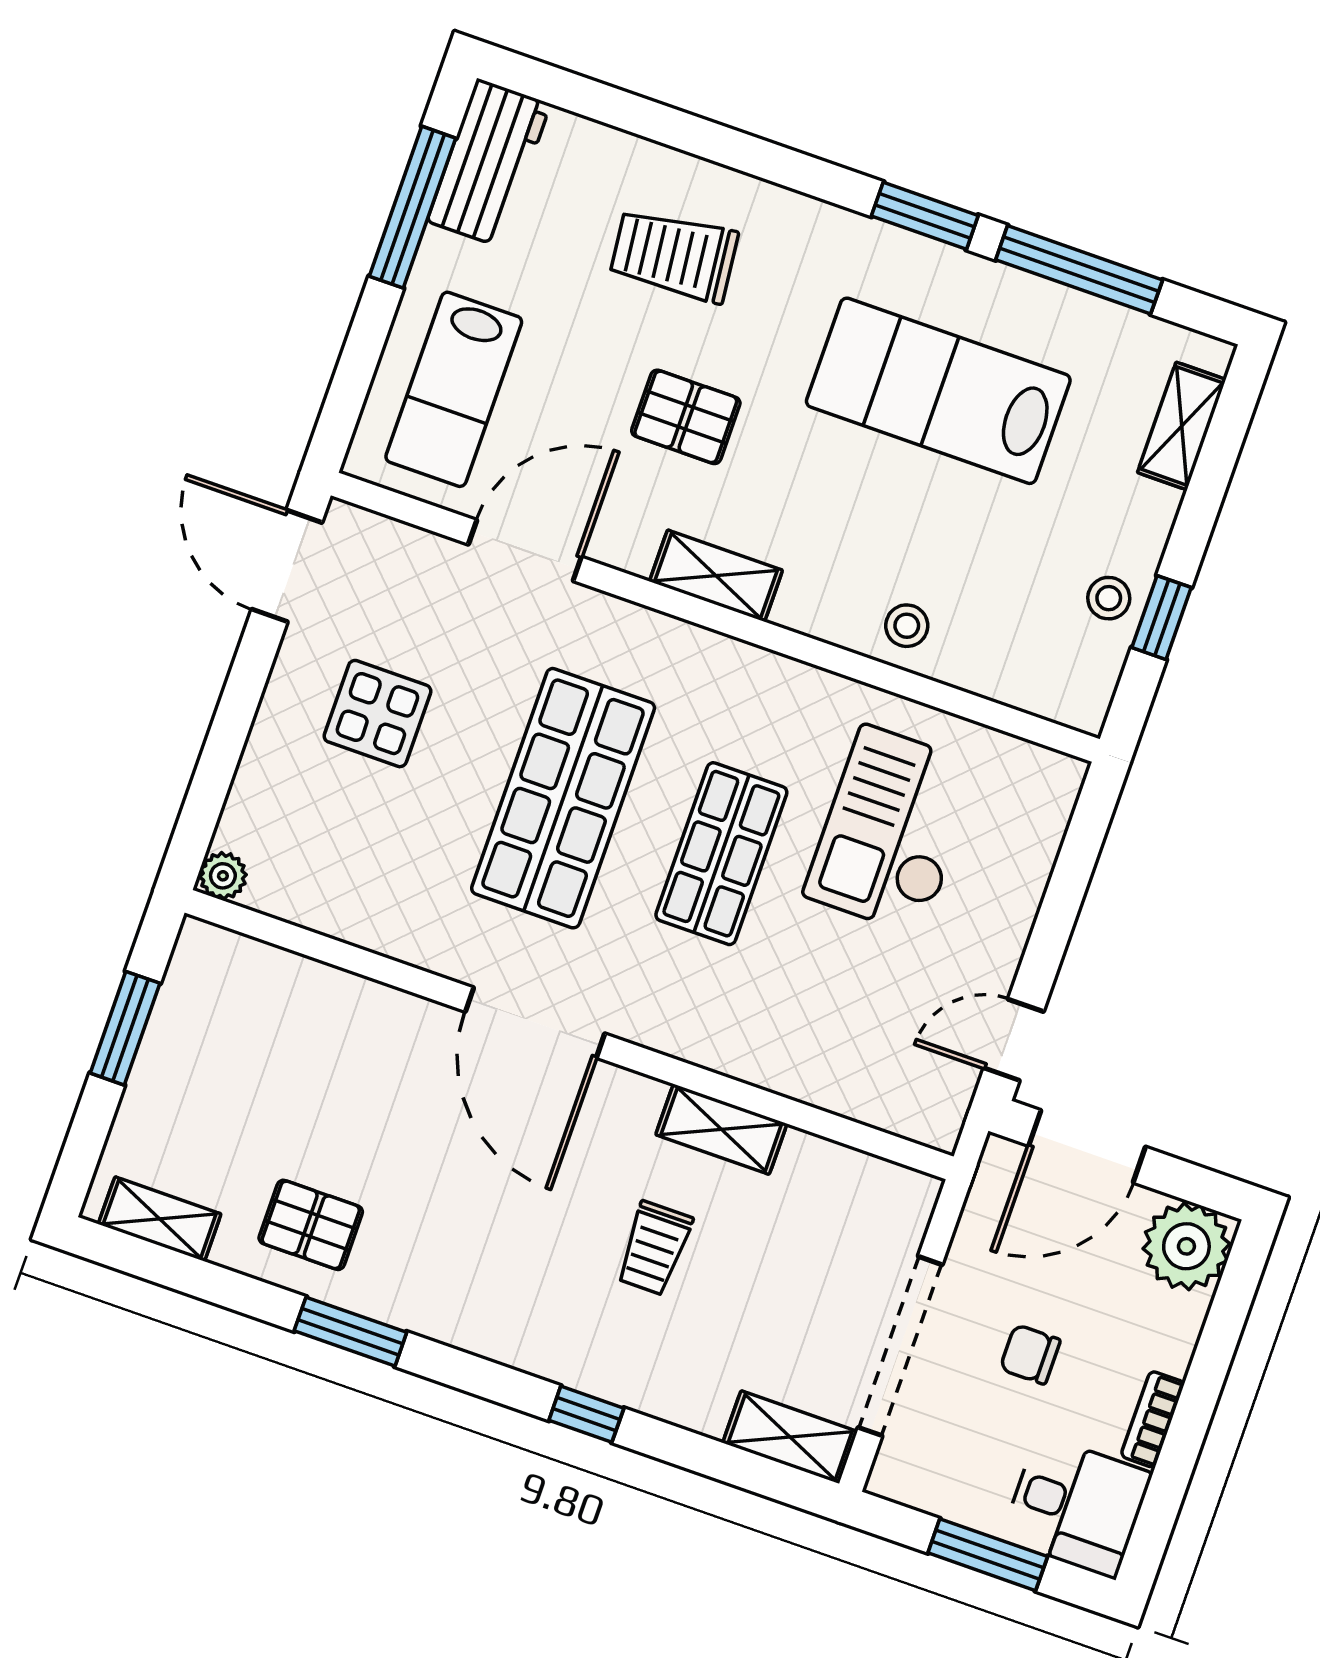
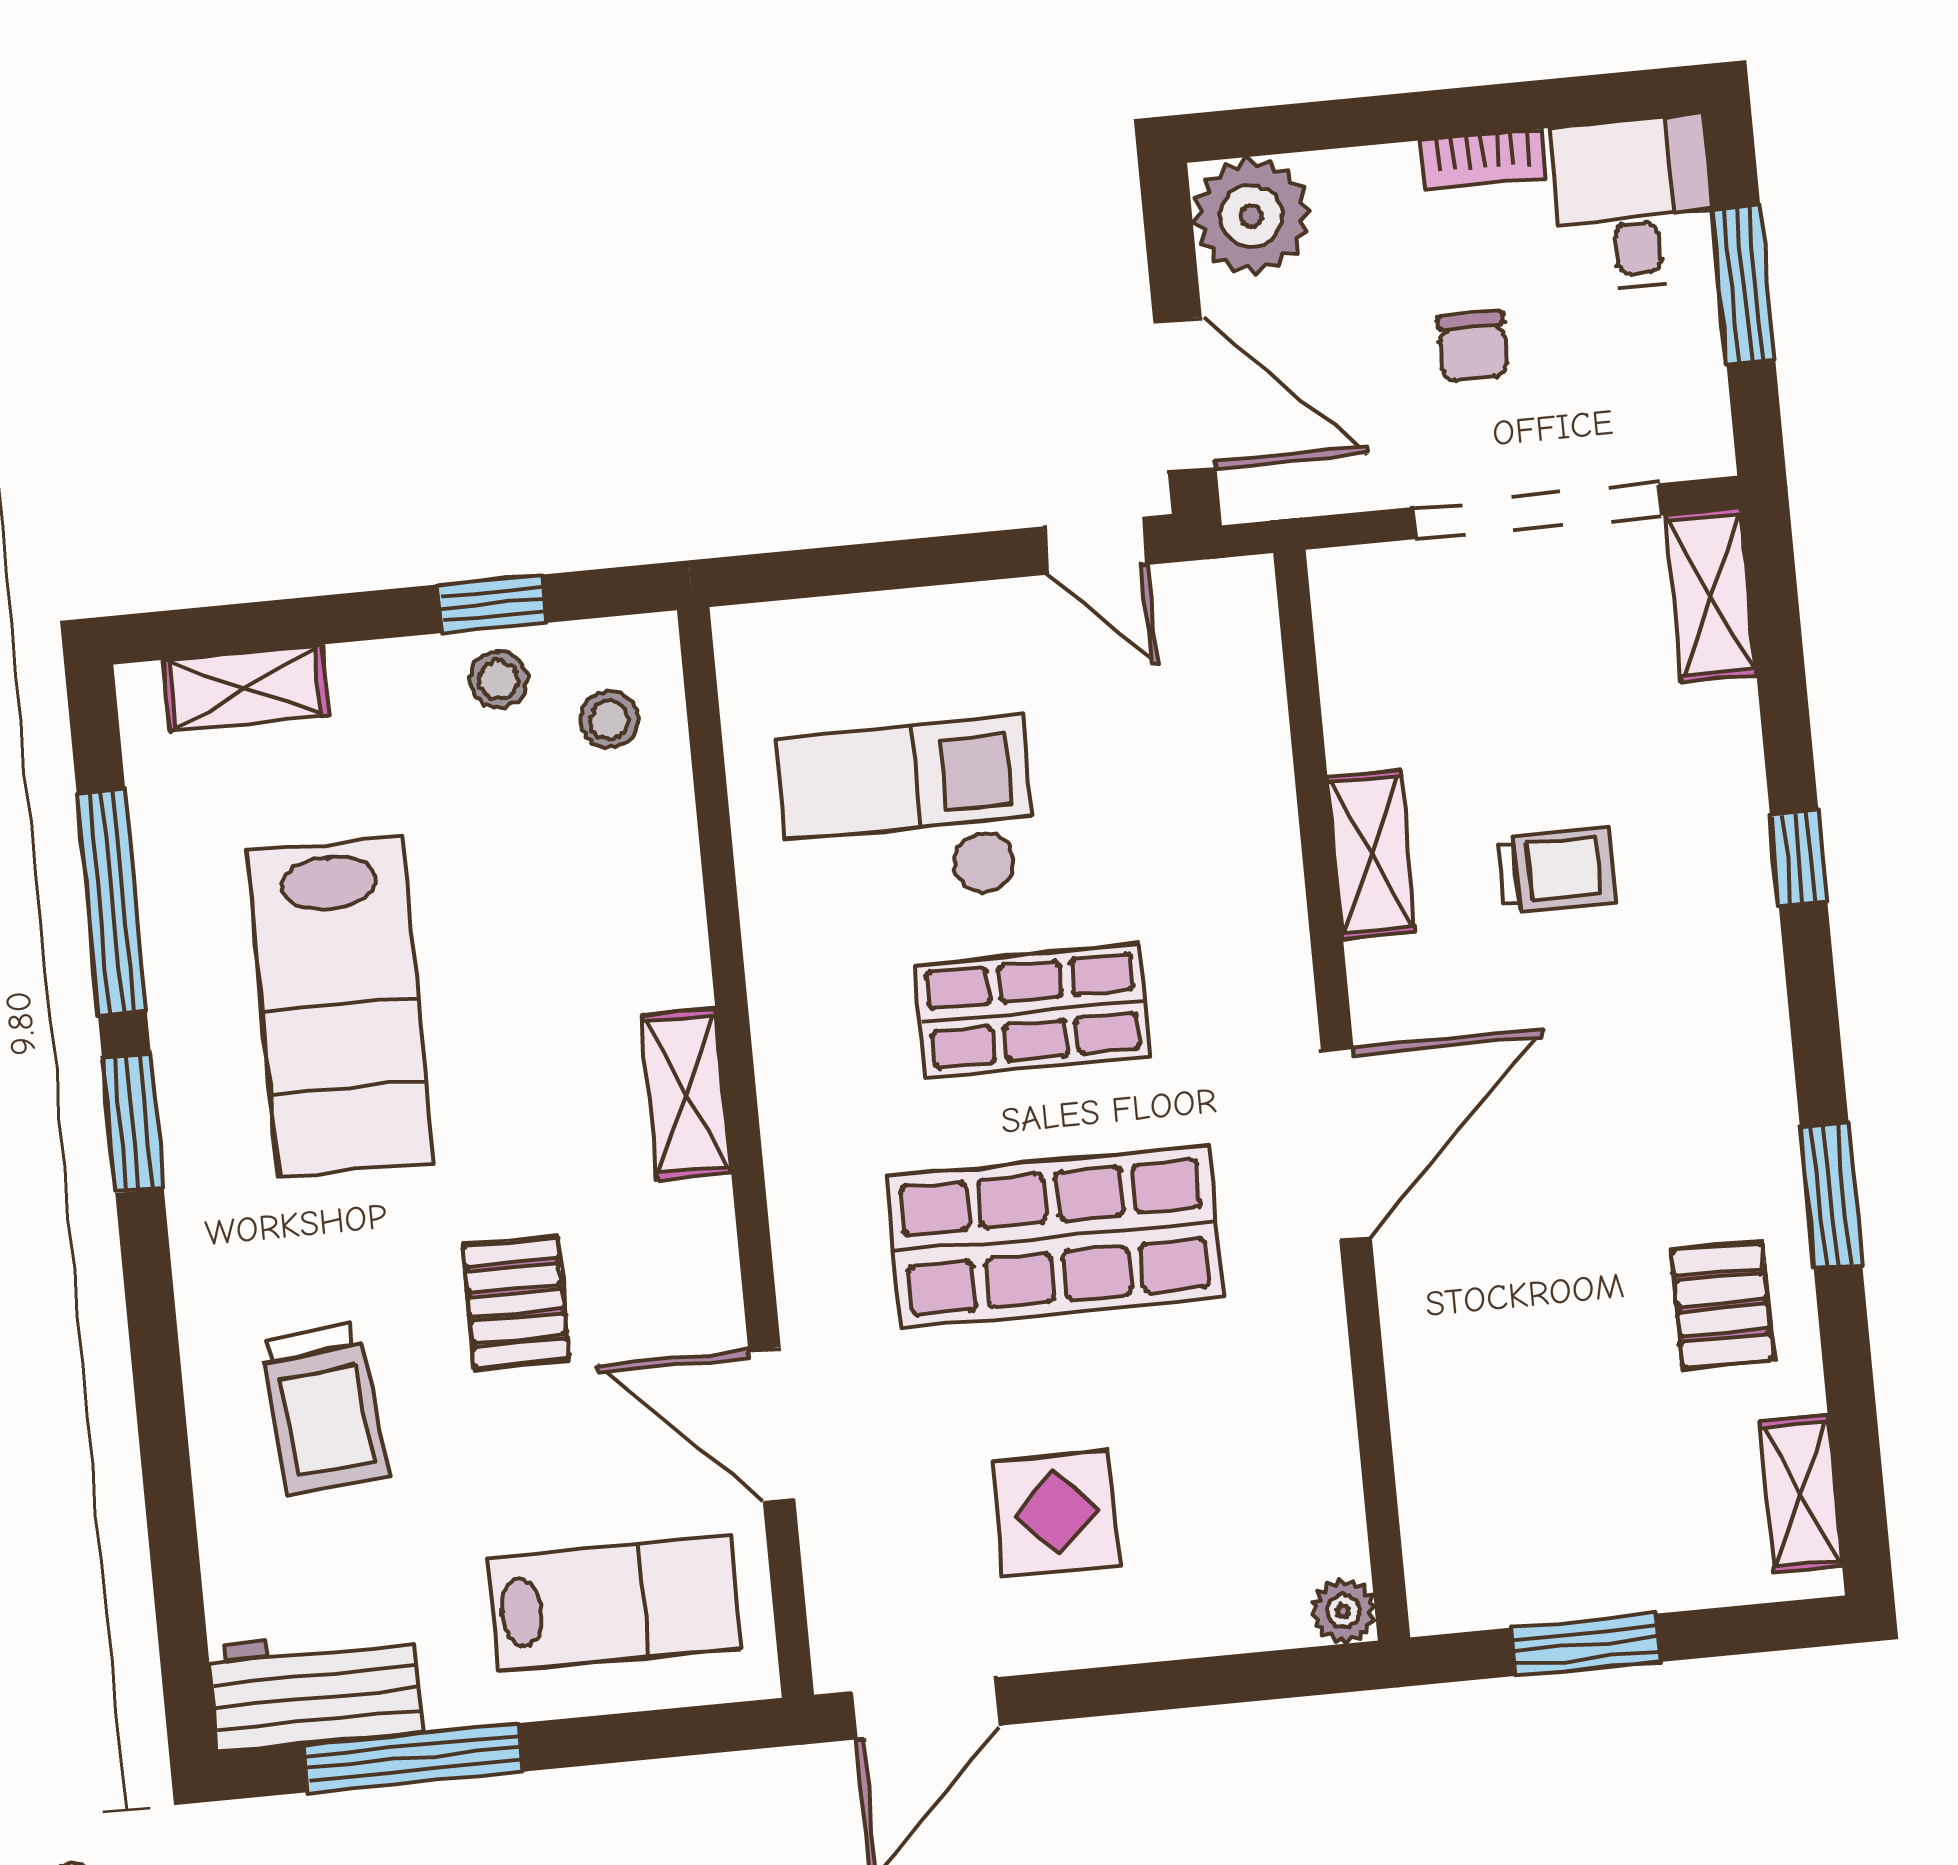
shelving: (716, 576) -> (686, 1094), moved
stool: (907, 626) -> (609, 720), moved
checkout: (892, 830) -> (907, 814), turned 180

